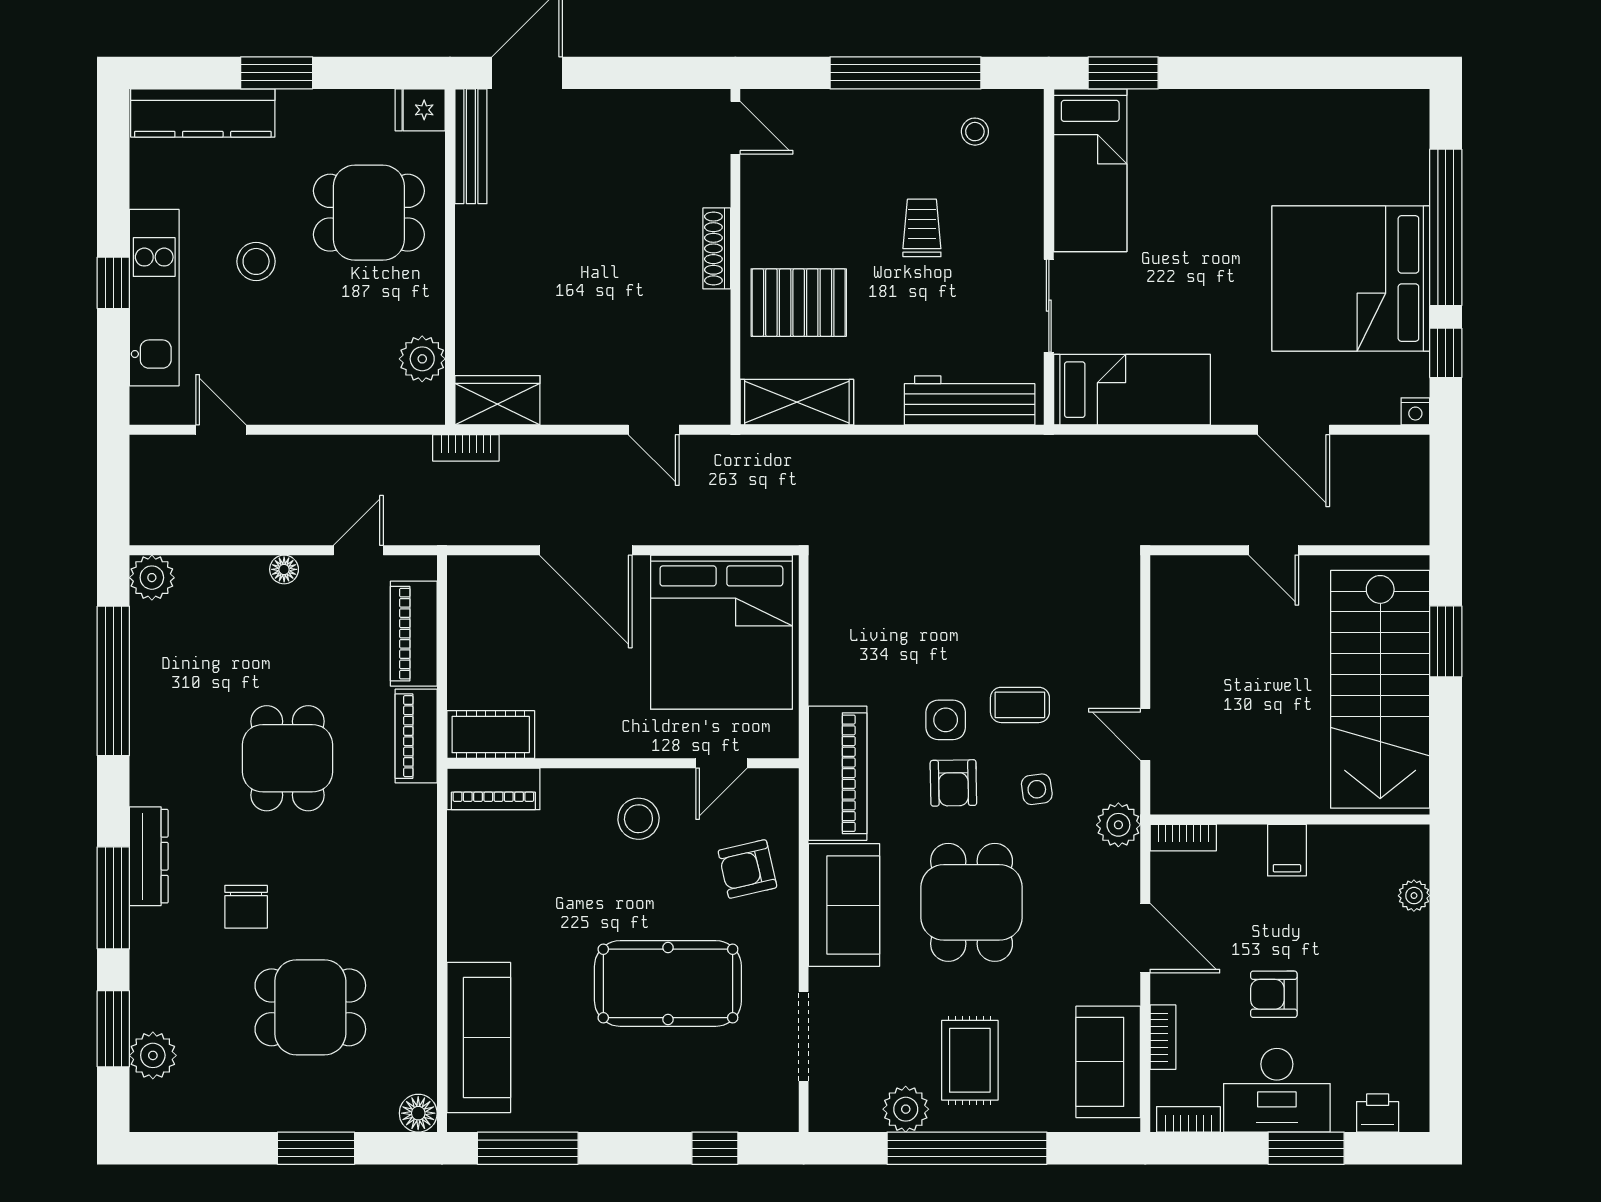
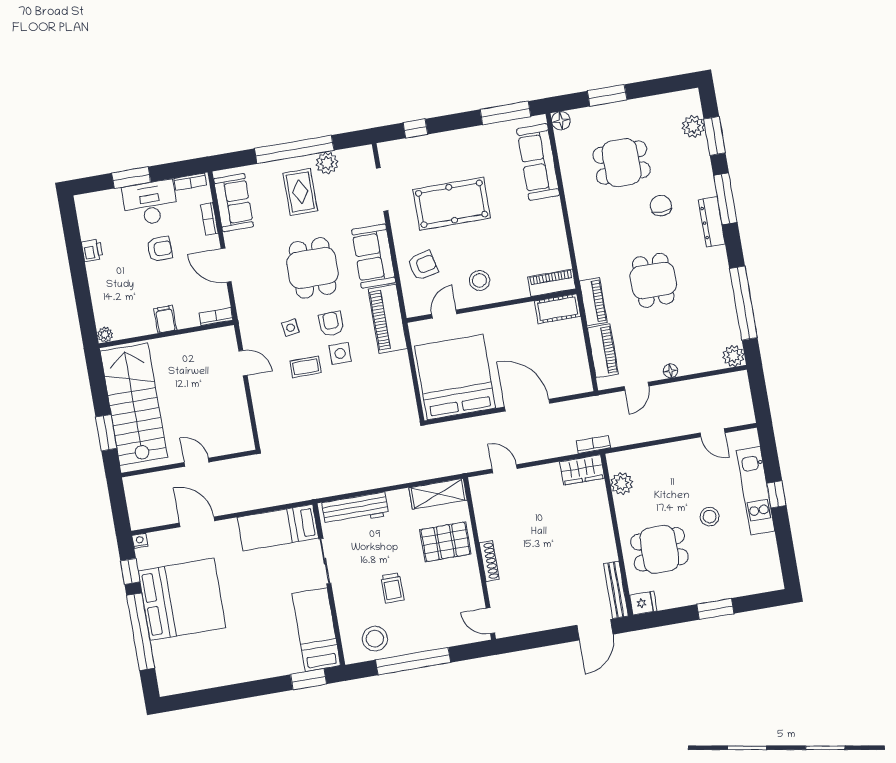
kitchen counter: (203, 113) -> (747, 584), removed
stool: (975, 132) -> (375, 639), width x1.89, depth x1.89
plant: (1118, 825) -> (248, 317), removed
plant: (1414, 896) -> (105, 335), moved
printer: (1378, 1113) -> (92, 250), moved, turned -90

